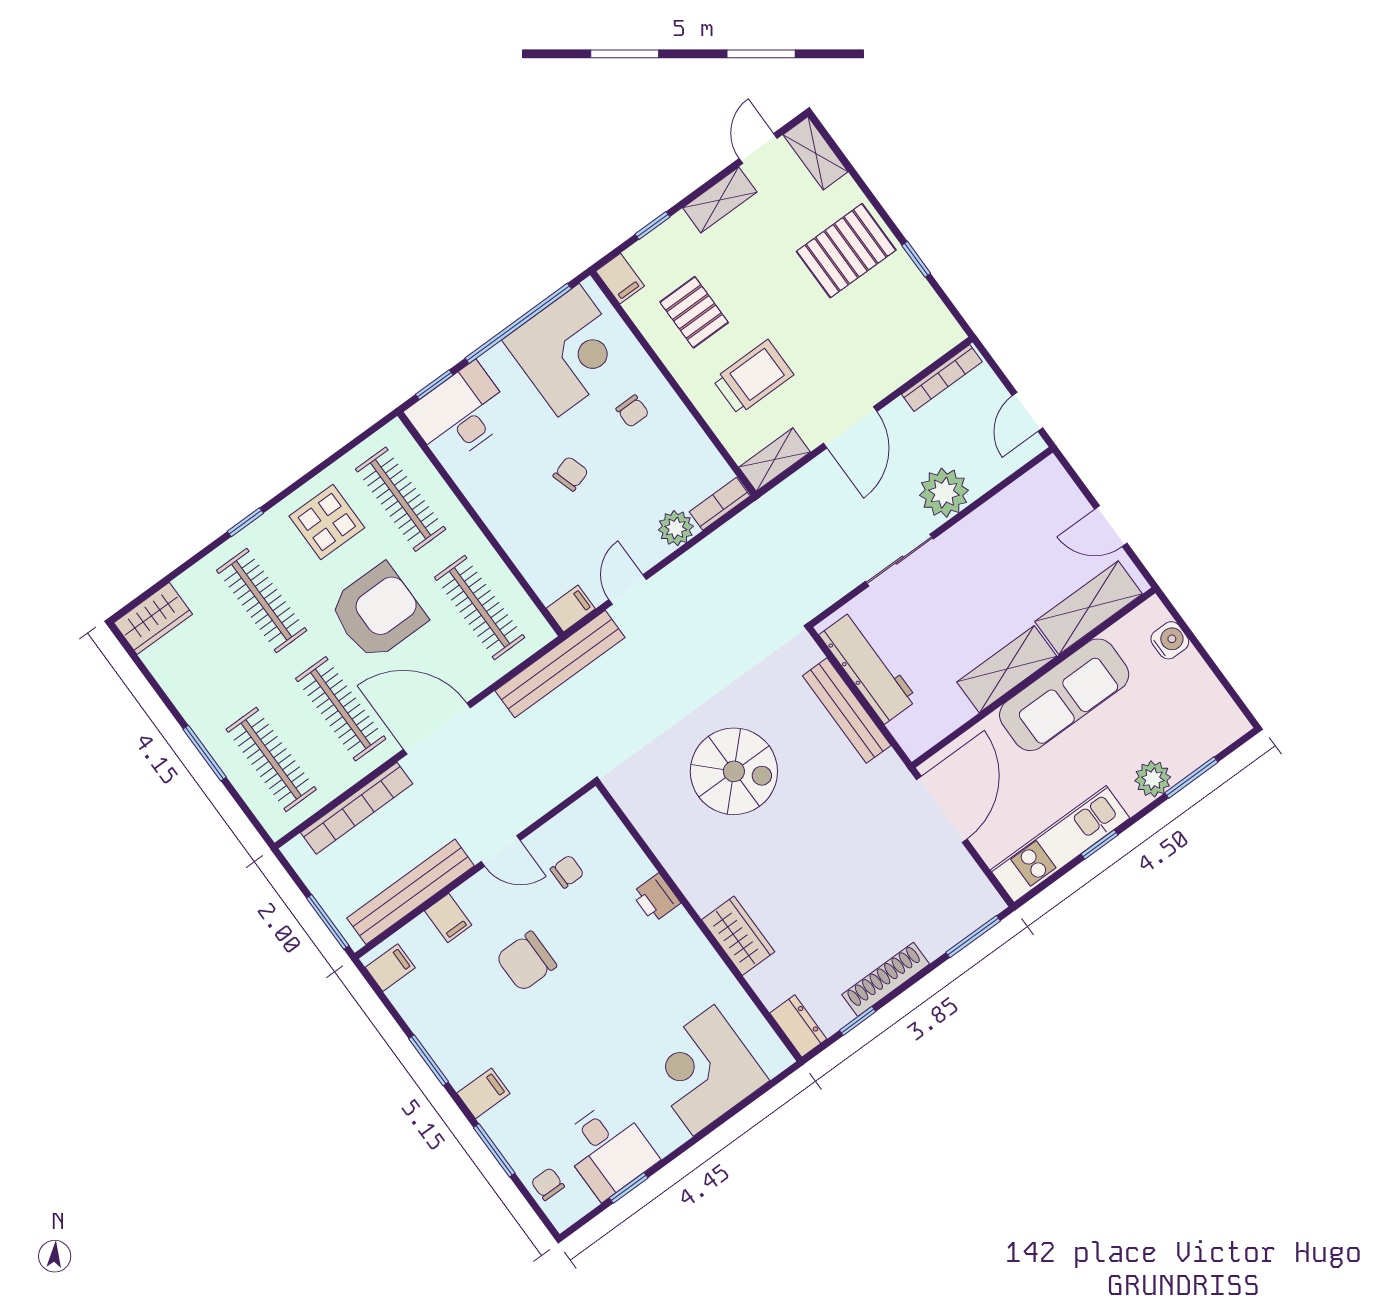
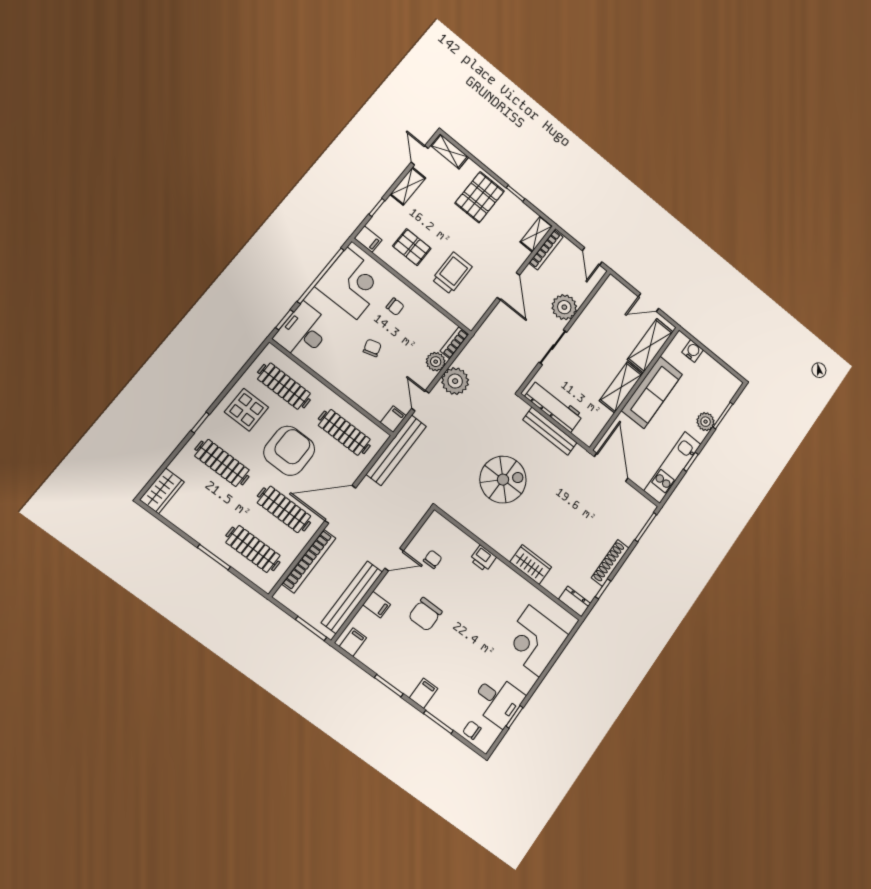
shelving: (775, 460) -> (536, 234), moved
plant: (700, 572) -> (455, 381), added

